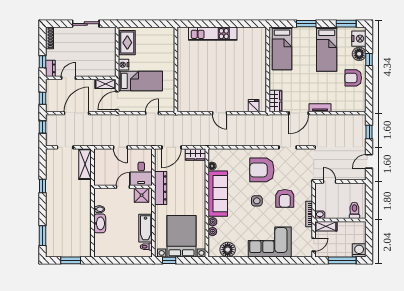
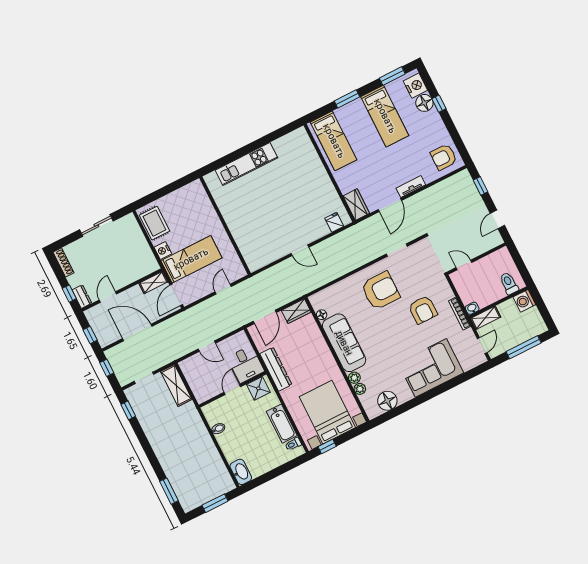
armchair: (353, 78) -> (444, 157), moved
door: (77, 113) -> (137, 332), hinge flipped
armchair: (262, 170) -> (380, 291), turned 180
window: (43, 186) -> (128, 410), moved
side table: (257, 201) -> (393, 329), removed
washbasin: (100, 223) -> (241, 472), moved
washing machine: (359, 250) -> (524, 301), moved, turned -90

